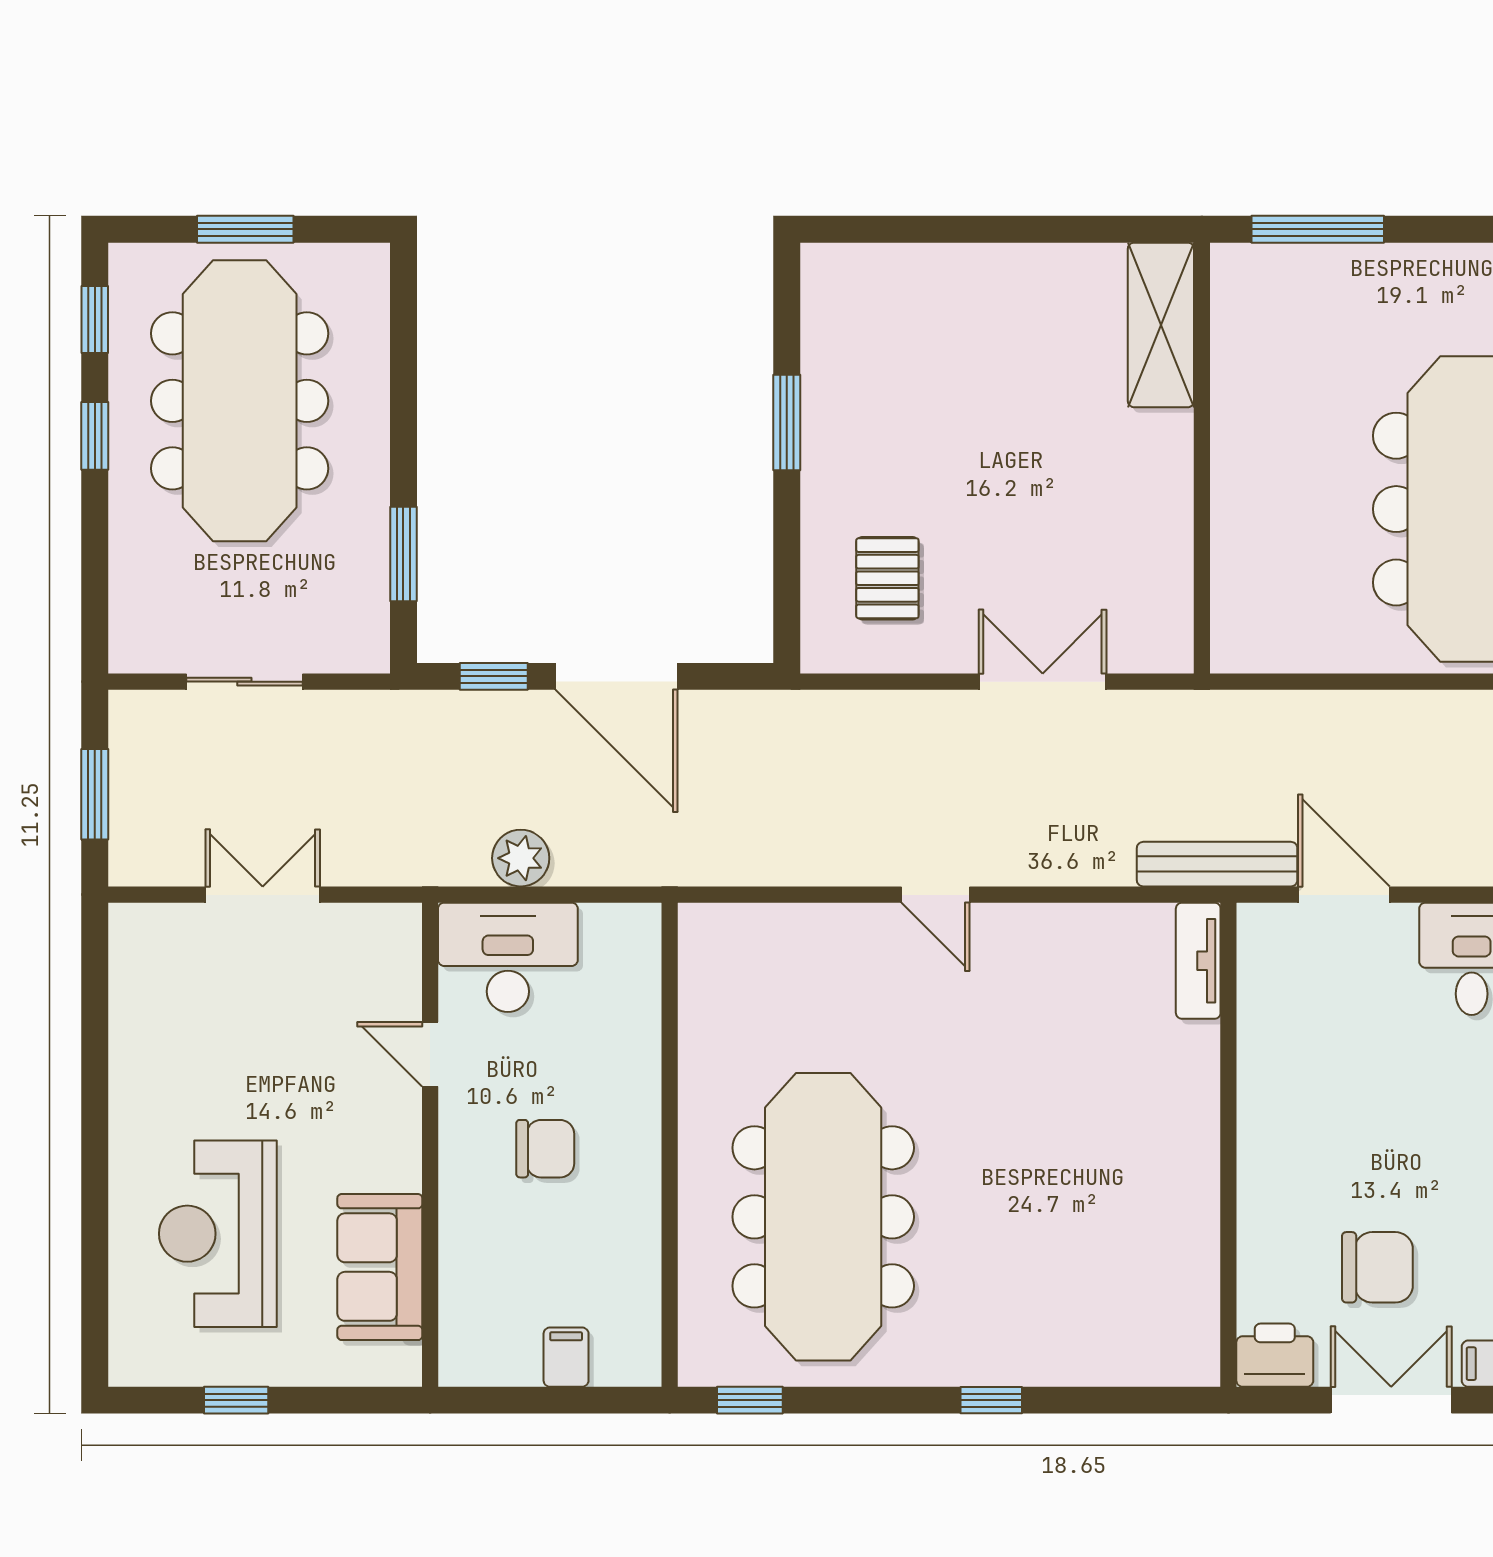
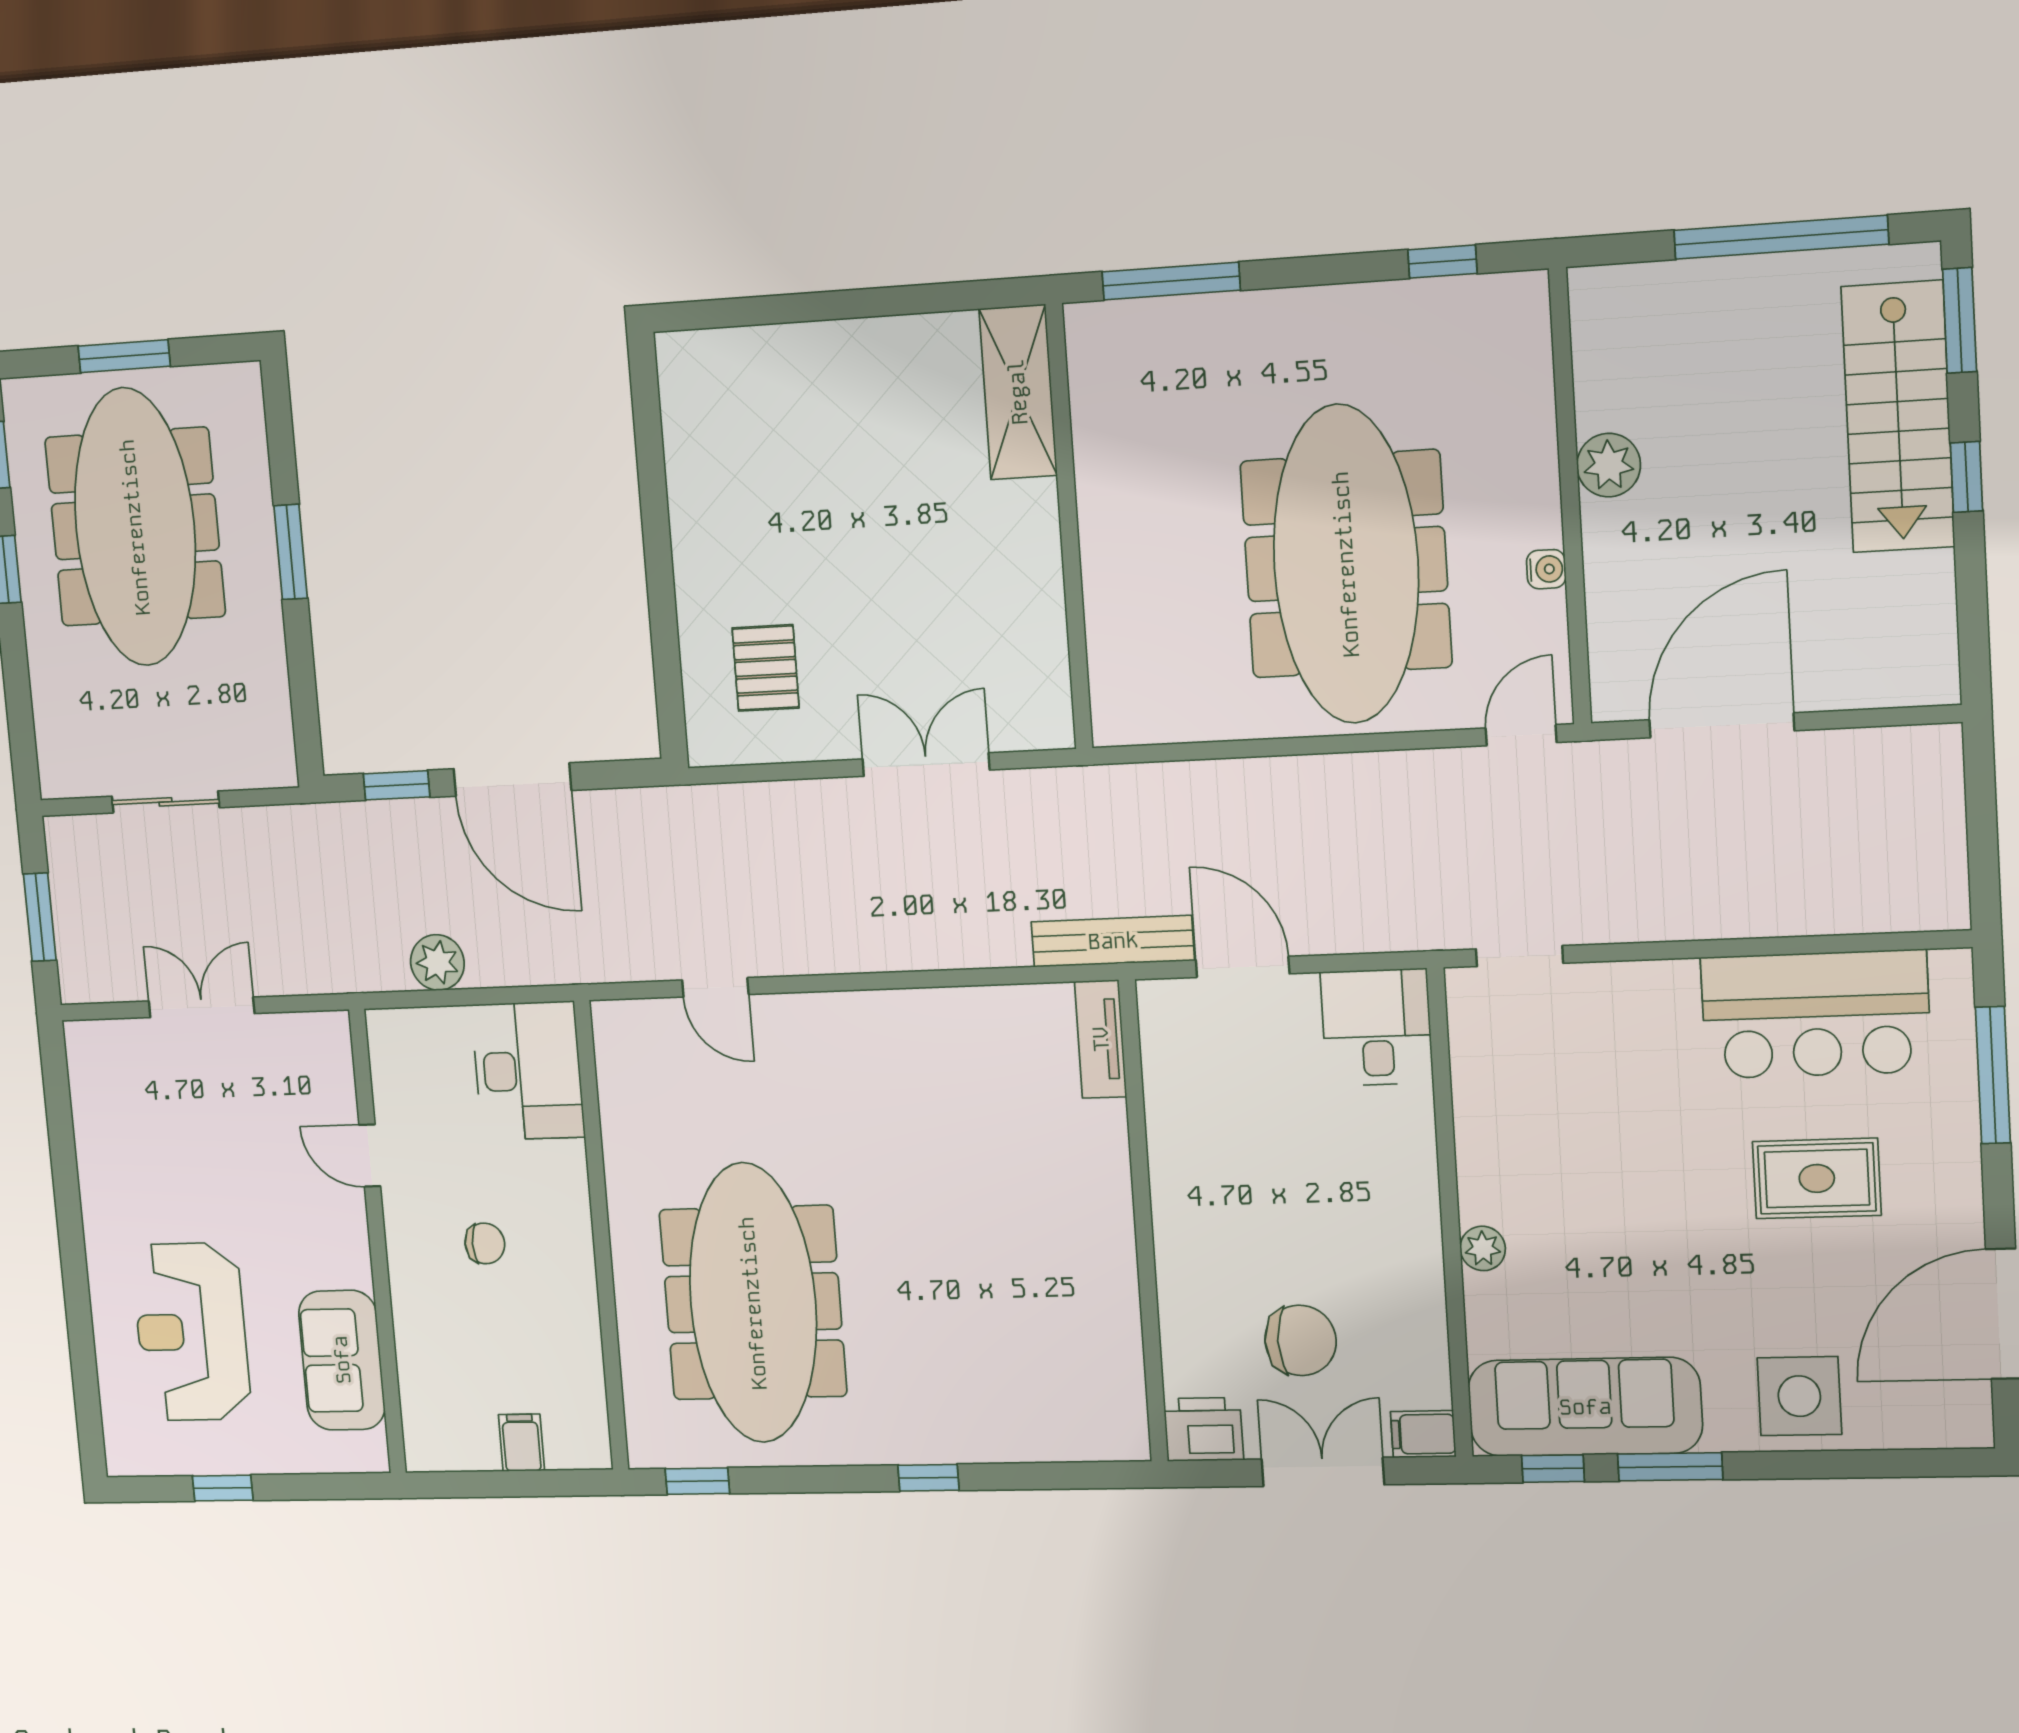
window: (787, 422) -> (655, 516), removed
window: (403, 554) -> (291, 552), moved
door: (935, 895) -> (715, 987), moved
desk: (508, 957) -> (528, 1071), moved, turned 90
chair: (545, 1149) -> (485, 1243), width x0.73, depth x0.73

